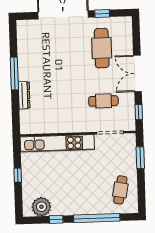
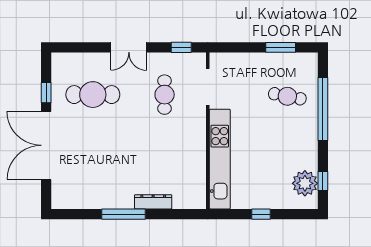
double door: (137, 73) -> (129, 47), width x0.73
window: (140, 158) -> (281, 47), moved
cafe table: (120, 190) -> (287, 96), moved
window: (56, 219) -> (323, 181), moved

